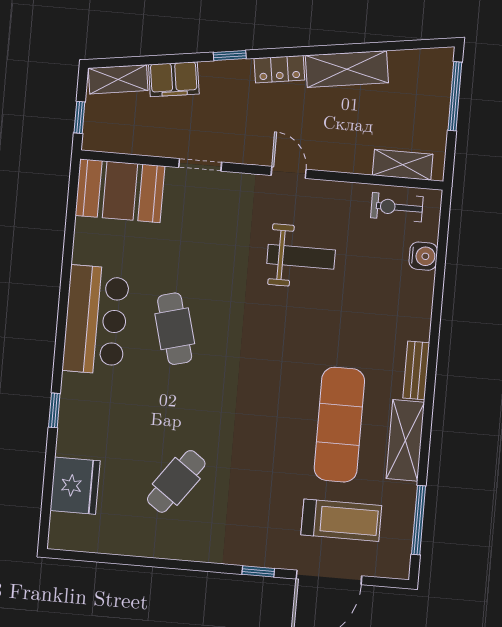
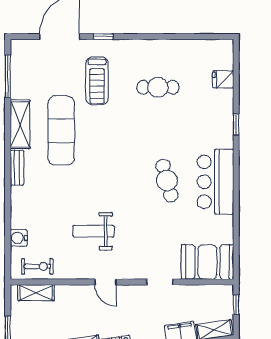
cafe table: (176, 481) -> (158, 87), turned 54
fridge: (75, 486) -> (223, 79), width x0.53, depth x0.75
treadmill: (341, 520) -> (97, 81), moved, turned -90

